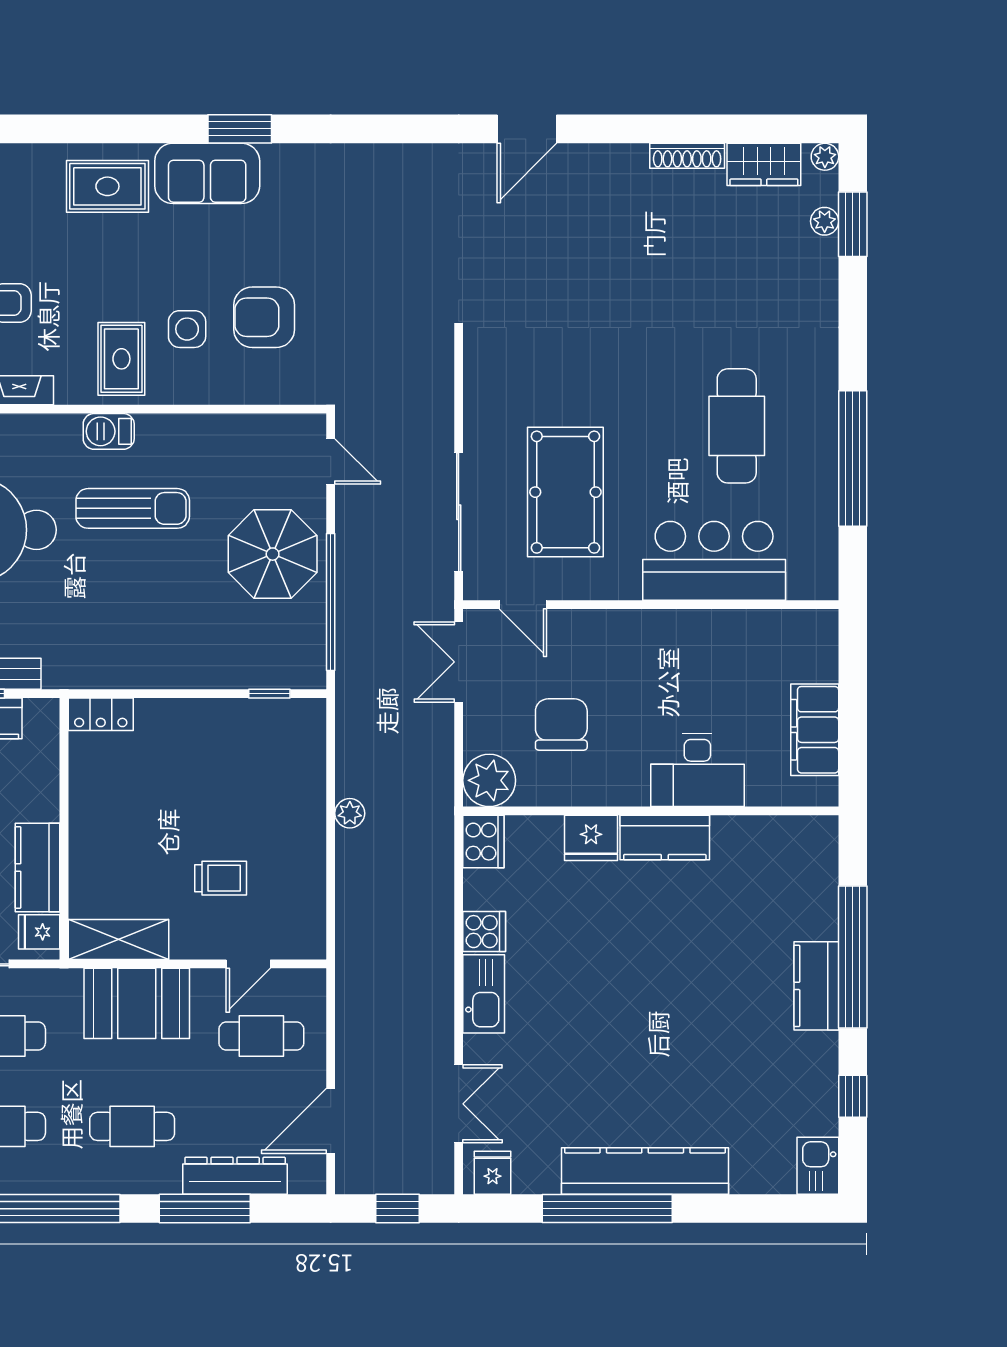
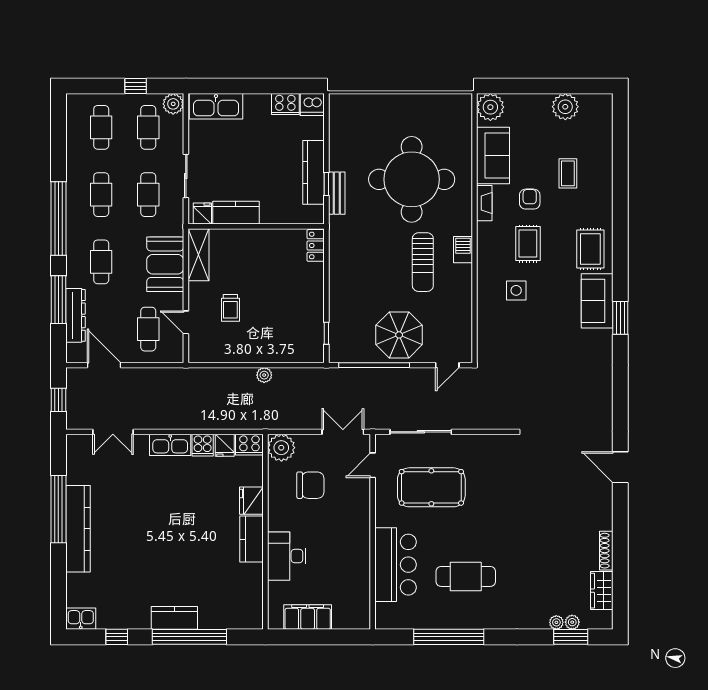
plant: (825, 157) -> (556, 622), moved
armchair: (264, 317) -> (522, 331), removed
rug: (121, 359) -> (528, 244), moved, turned 90
fridge: (493, 1173) -> (225, 445), moved, turned 90

